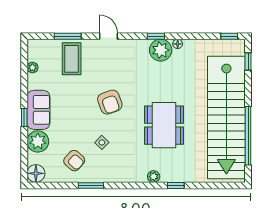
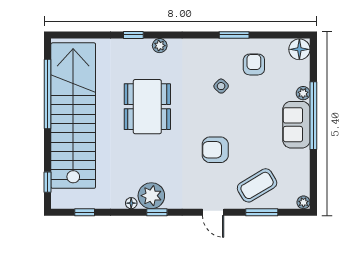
window: (229, 36) -> (85, 212), moved
coffee table: (72, 59) -> (257, 185), turned 59
plant: (32, 68) -> (303, 202), moved
armchair: (110, 102) -> (215, 150), moved, turned -70
window: (24, 118) -> (313, 116), width x3.17
plant: (38, 141) -> (303, 93), width x0.53, depth x0.53
armchair: (74, 161) -> (254, 64), turned 48

